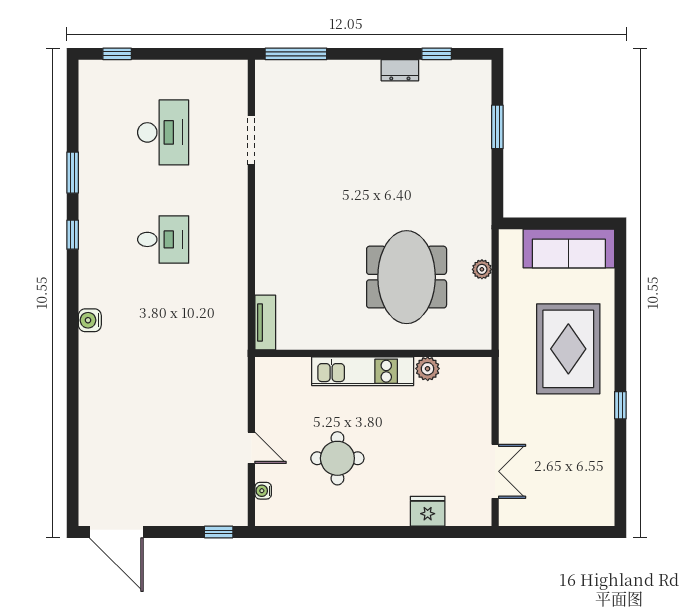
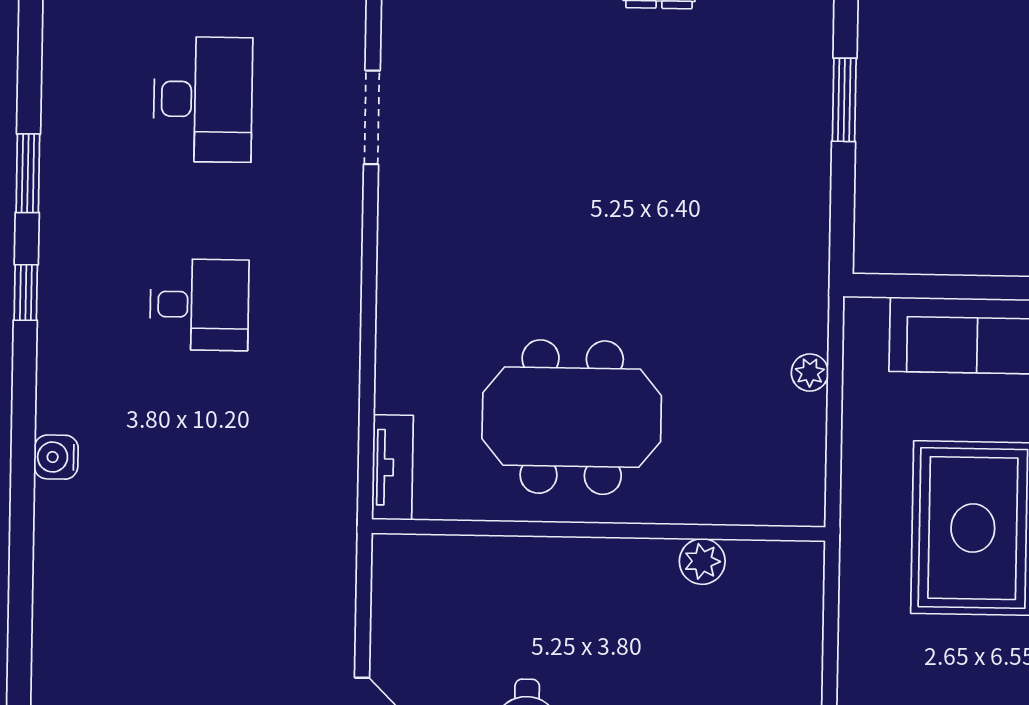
meeting table: (407, 277) -> (572, 417), moved, turned 90
kitchen unit: (363, 371) -> (578, 564), removed

